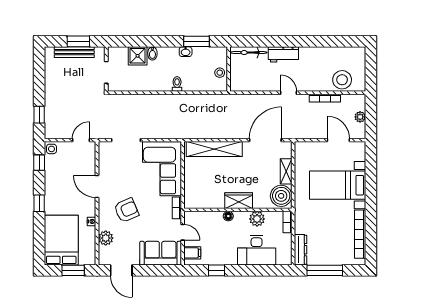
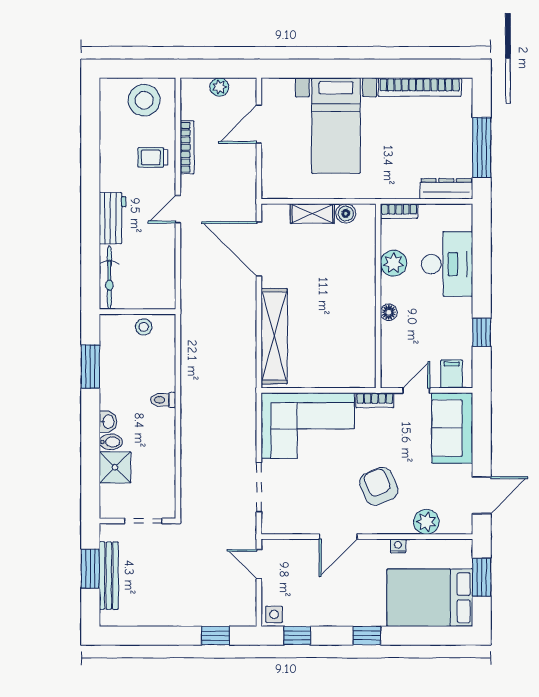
washbasin: (186, 52) -> (108, 422), moved
trolley: (319, 78) -> (153, 157), added
stool: (342, 80) -> (144, 100), moved
boiler: (281, 196) -> (346, 213), width x0.54, depth x0.54
wardrobe: (239, 201) -> (362, 295), removed

